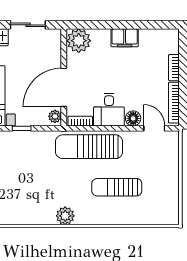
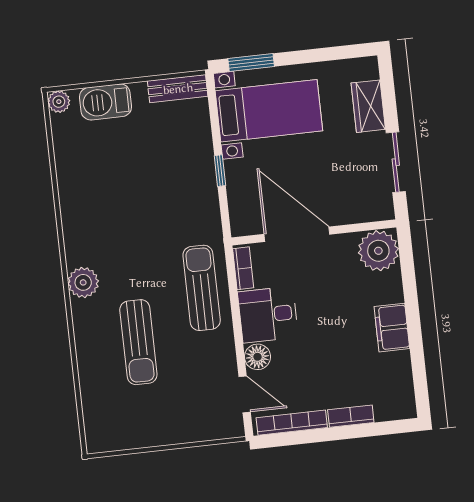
plant: (55, 116) -> (246, 225), removed
door: (154, 128) -> (245, 394), hinge flipped
sun lounger: (89, 147) -> (202, 288), width x0.73, depth x0.75
sun lounger: (117, 187) -> (138, 342), turned 180
plant: (65, 216) -> (83, 282), moved

